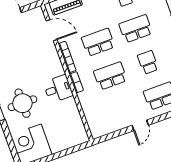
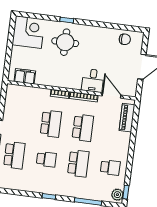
door: (52, 30) -> (112, 95), swing flipped
desk: (58, 89) -> (93, 81), moved
filing cabinet: (77, 126) -> (25, 76), added

